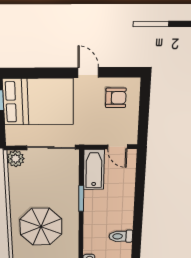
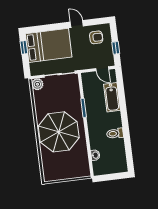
window: (144, 118) -> (116, 48), added
bathtub: (94, 170) -> (112, 97), moved, turned 180
parasol: (41, 227) -> (59, 132), width x1.36, depth x1.36

